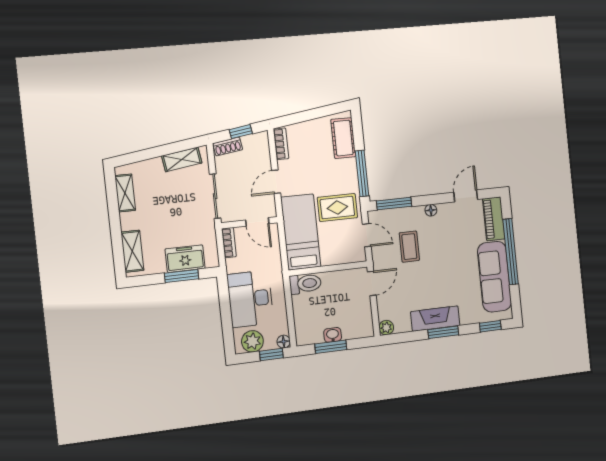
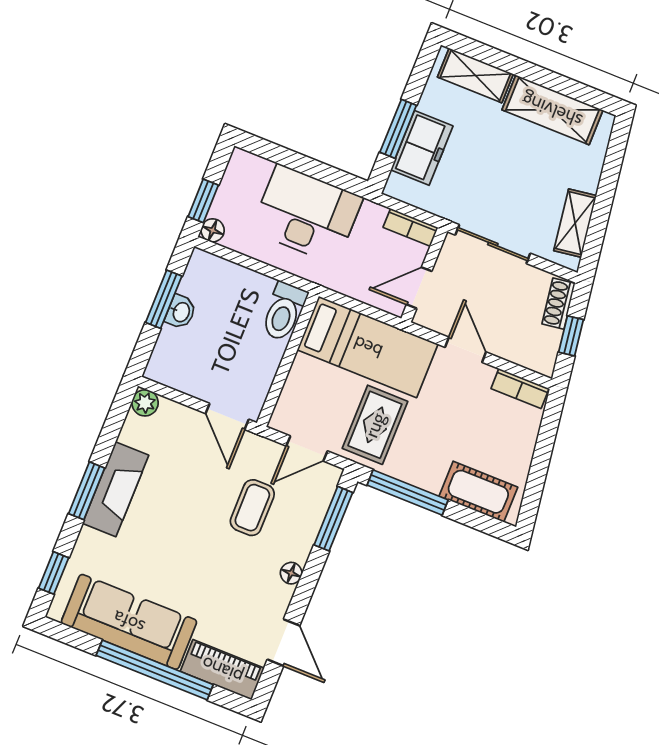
shelving: (125, 193) -> (552, 110), width x1.50, depth x1.33
coffee table: (409, 247) -> (252, 508), turned 90
plant: (252, 341) -> (240, 183), removed

